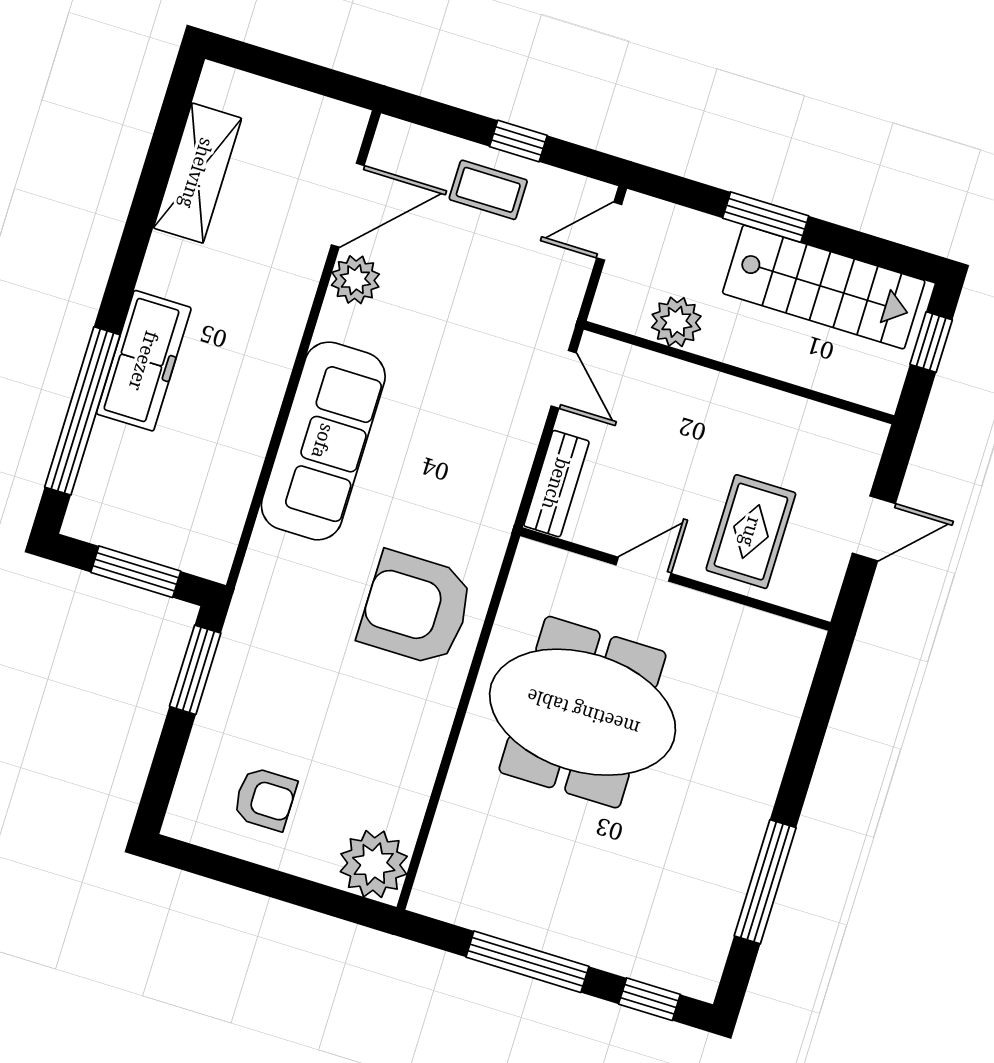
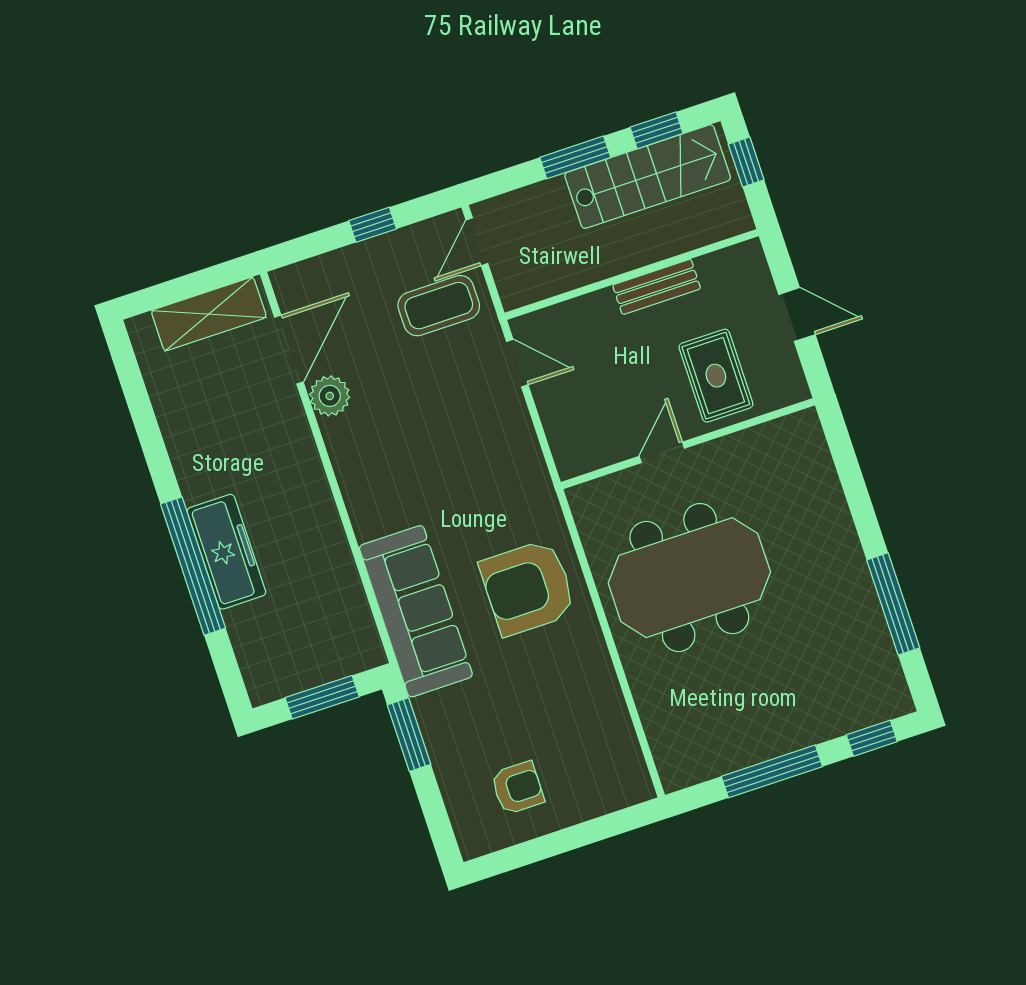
shelving: (197, 173) -> (209, 314), moved, turned 90
coffee table: (488, 190) -> (439, 306), moved, width x1.36, depth x1.30
window: (865, 248) -> (657, 130), added
plant: (676, 322) -> (565, 270), removed
window: (82, 411) -> (193, 566), moved
sofa: (323, 441) -> (416, 611), moved
bench: (556, 484) -> (657, 287), moved, turned 90
door: (874, 528) -> (797, 315), hinge flipped
plant: (374, 864) -> (622, 779), removed

